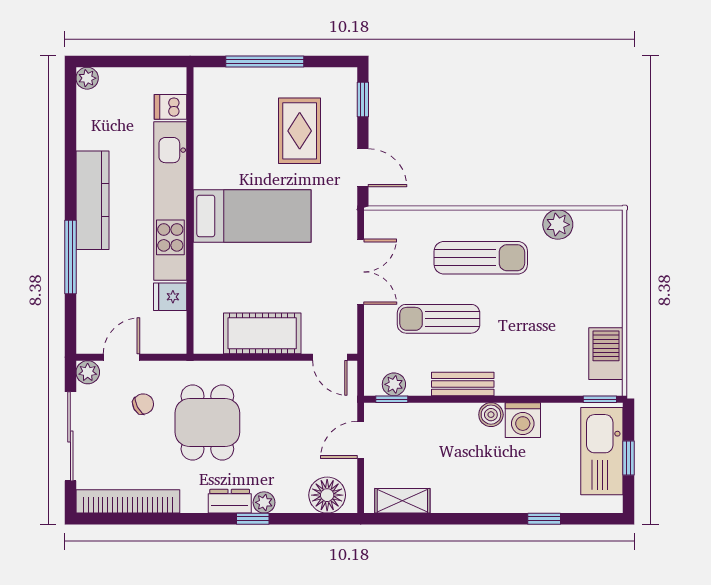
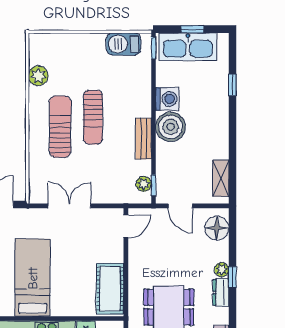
sun lounger: (439, 319) -> (93, 117), moved
cot: (262, 333) -> (110, 289), moved
boiler: (491, 415) -> (171, 127), width x1.86, depth x1.86

